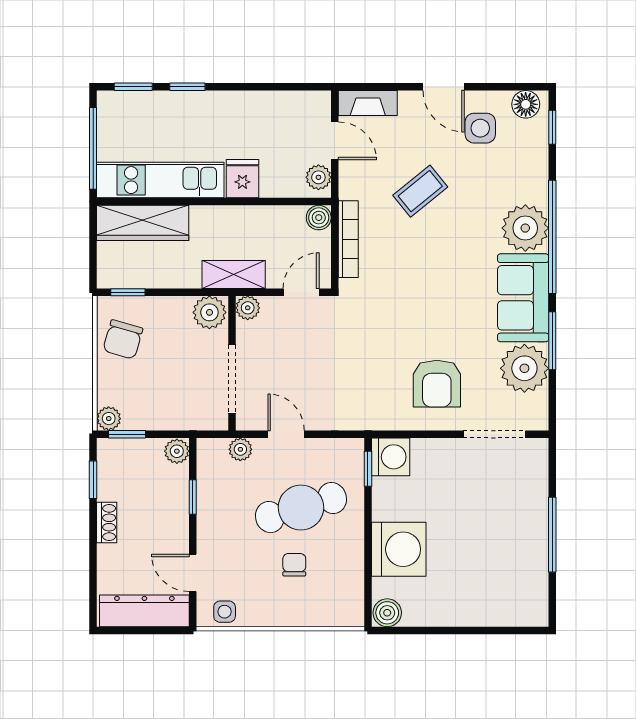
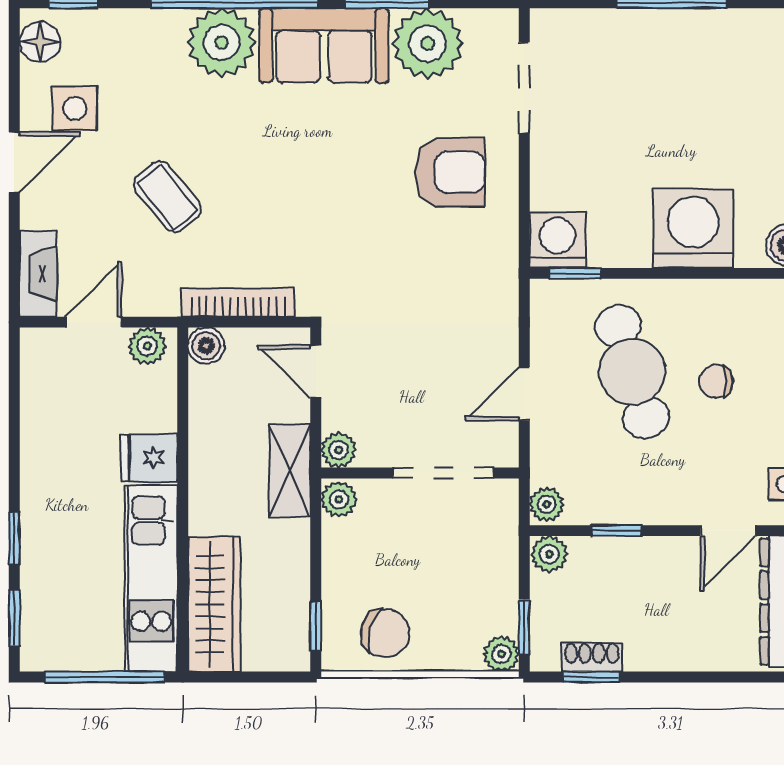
plant: (209, 312) -> (339, 499), width x0.73, depth x0.73
plant: (240, 449) -> (547, 504), moved
shoe rack: (107, 522) -> (592, 657), moved

